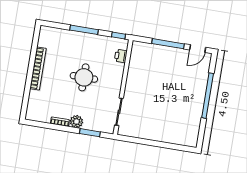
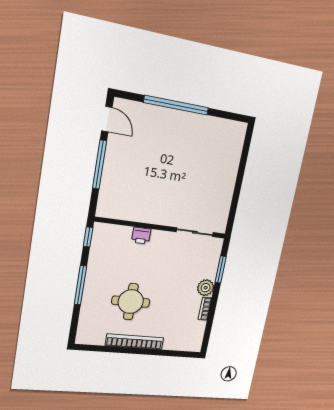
printer: (121, 56) -> (141, 236), moved
round table: (84, 77) -> (131, 302), moved

